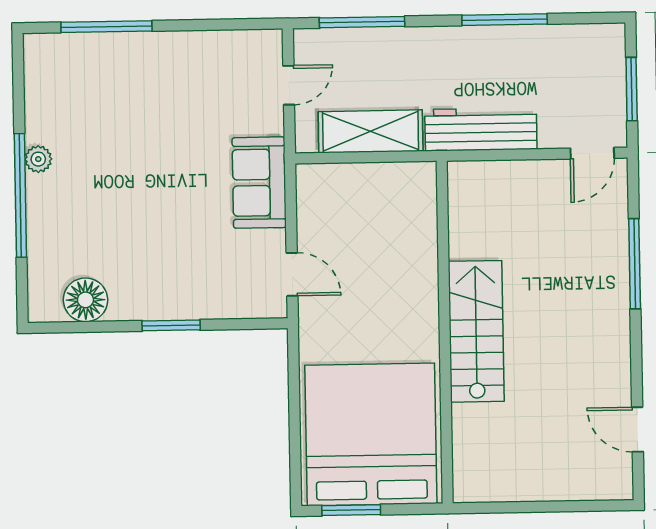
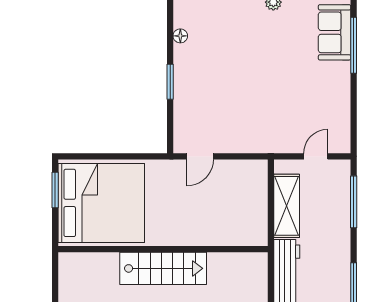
door: (289, 85) -> (316, 156), swing flipped
sofa: (259, 183) -> (335, 32), moved, turned -90
floor lamp: (85, 300) -> (180, 36), width x0.53, depth x0.53

